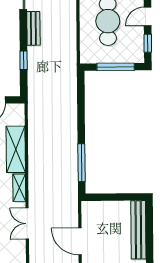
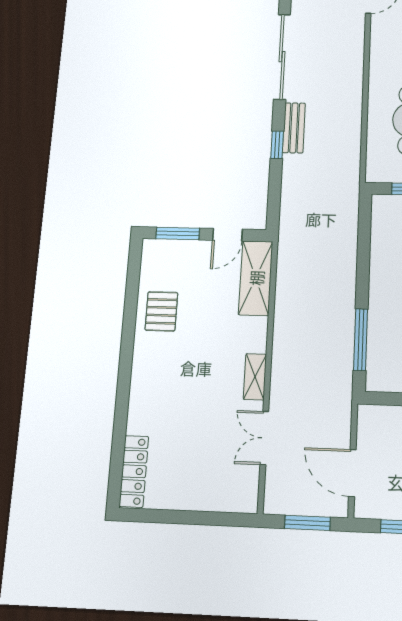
window: (24, 60) -> (277, 145), moved
shelving: (16, 149) -> (256, 278), moved

